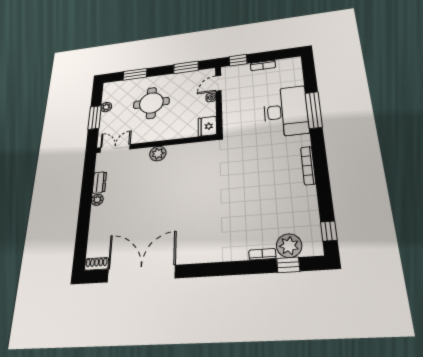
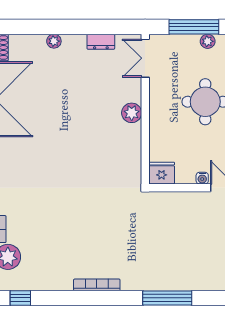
desk: (286, 111) -> (170, 266), removed
window: (95, 117) -> (194, 27), width x1.44
double door: (115, 148) -> (145, 58), swing flipped
plant: (97, 200) -> (54, 41), moved

